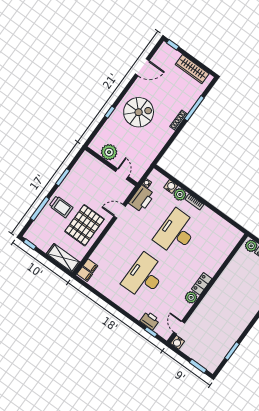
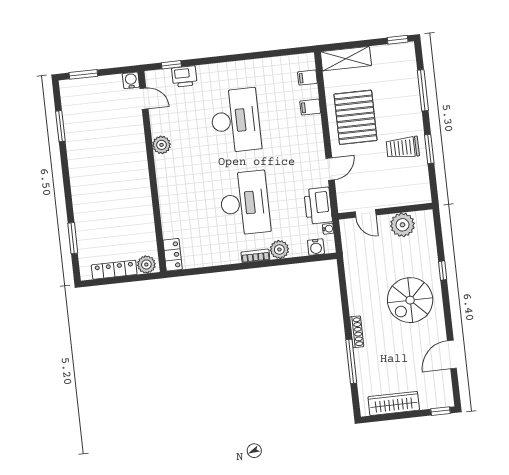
water cooler: (171, 187) -> (316, 247), moved
trolley: (61, 207) -> (403, 148), moved
filing cabinet: (85, 274) -> (310, 107), moved
locker: (202, 284) -> (173, 255), moved

